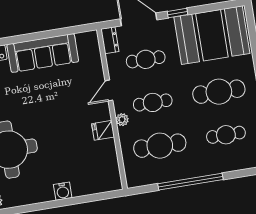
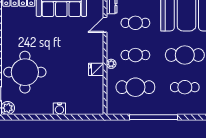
door: (109, 90) -> (105, 25), moved

